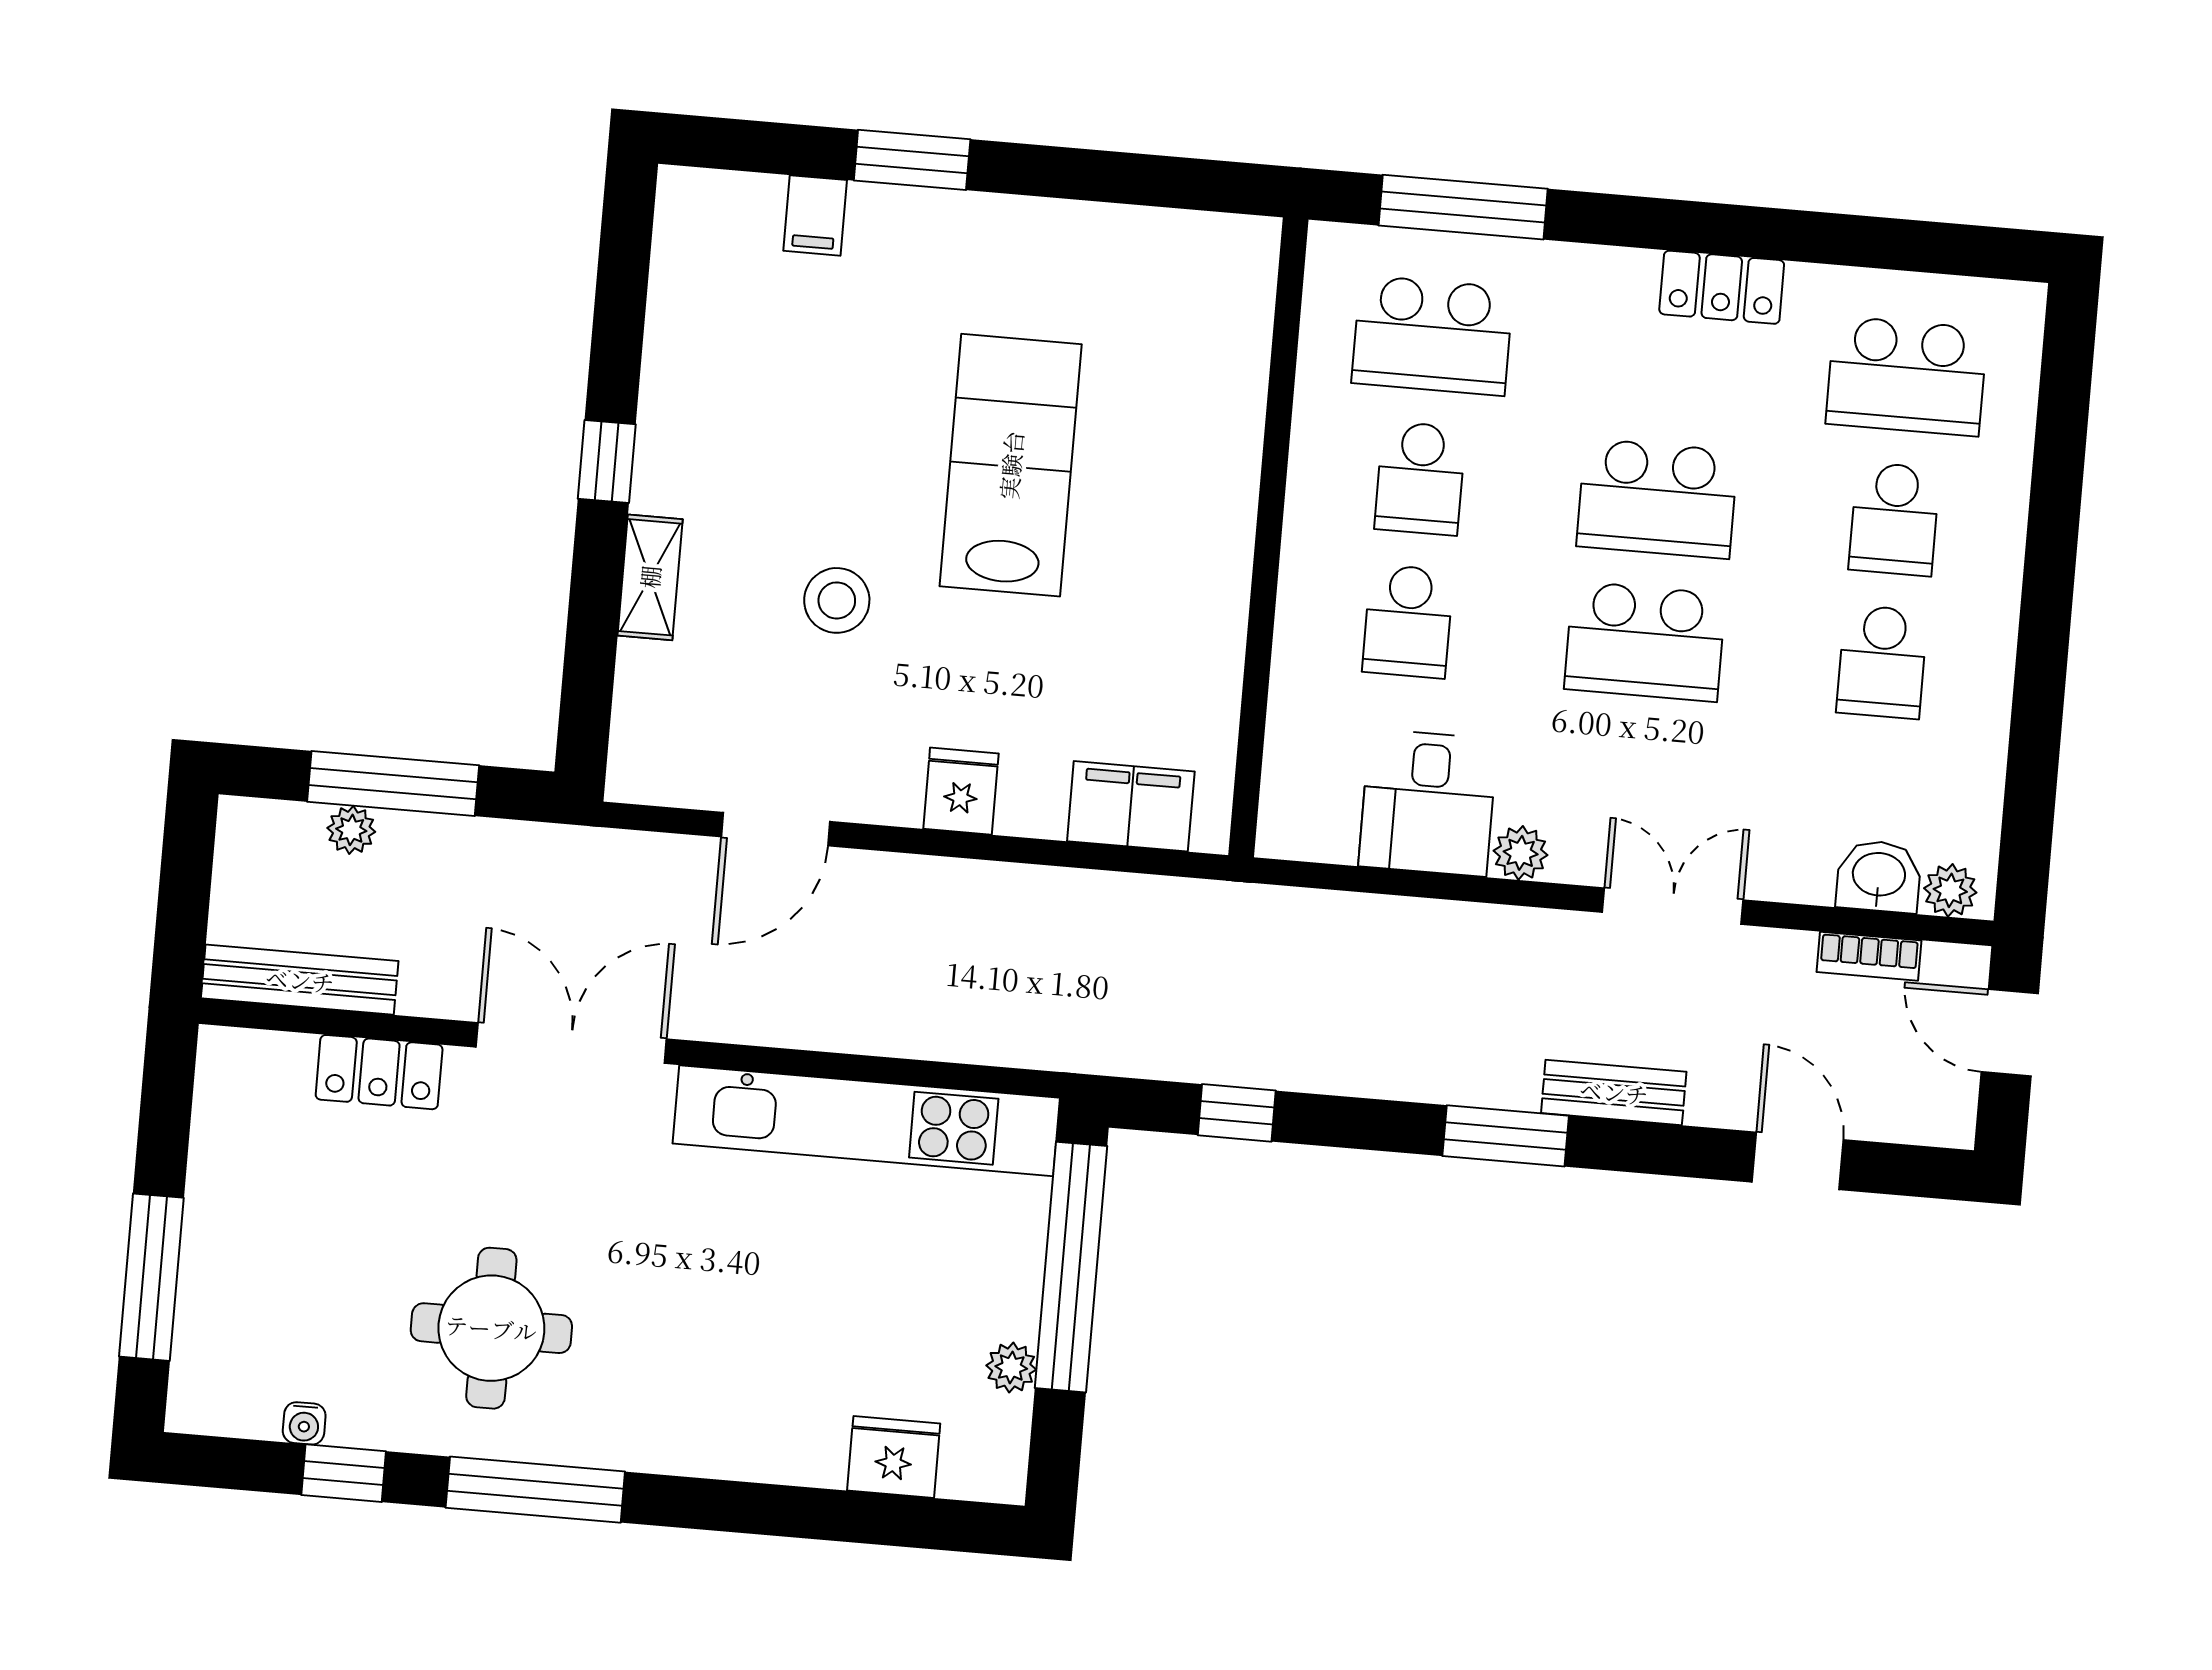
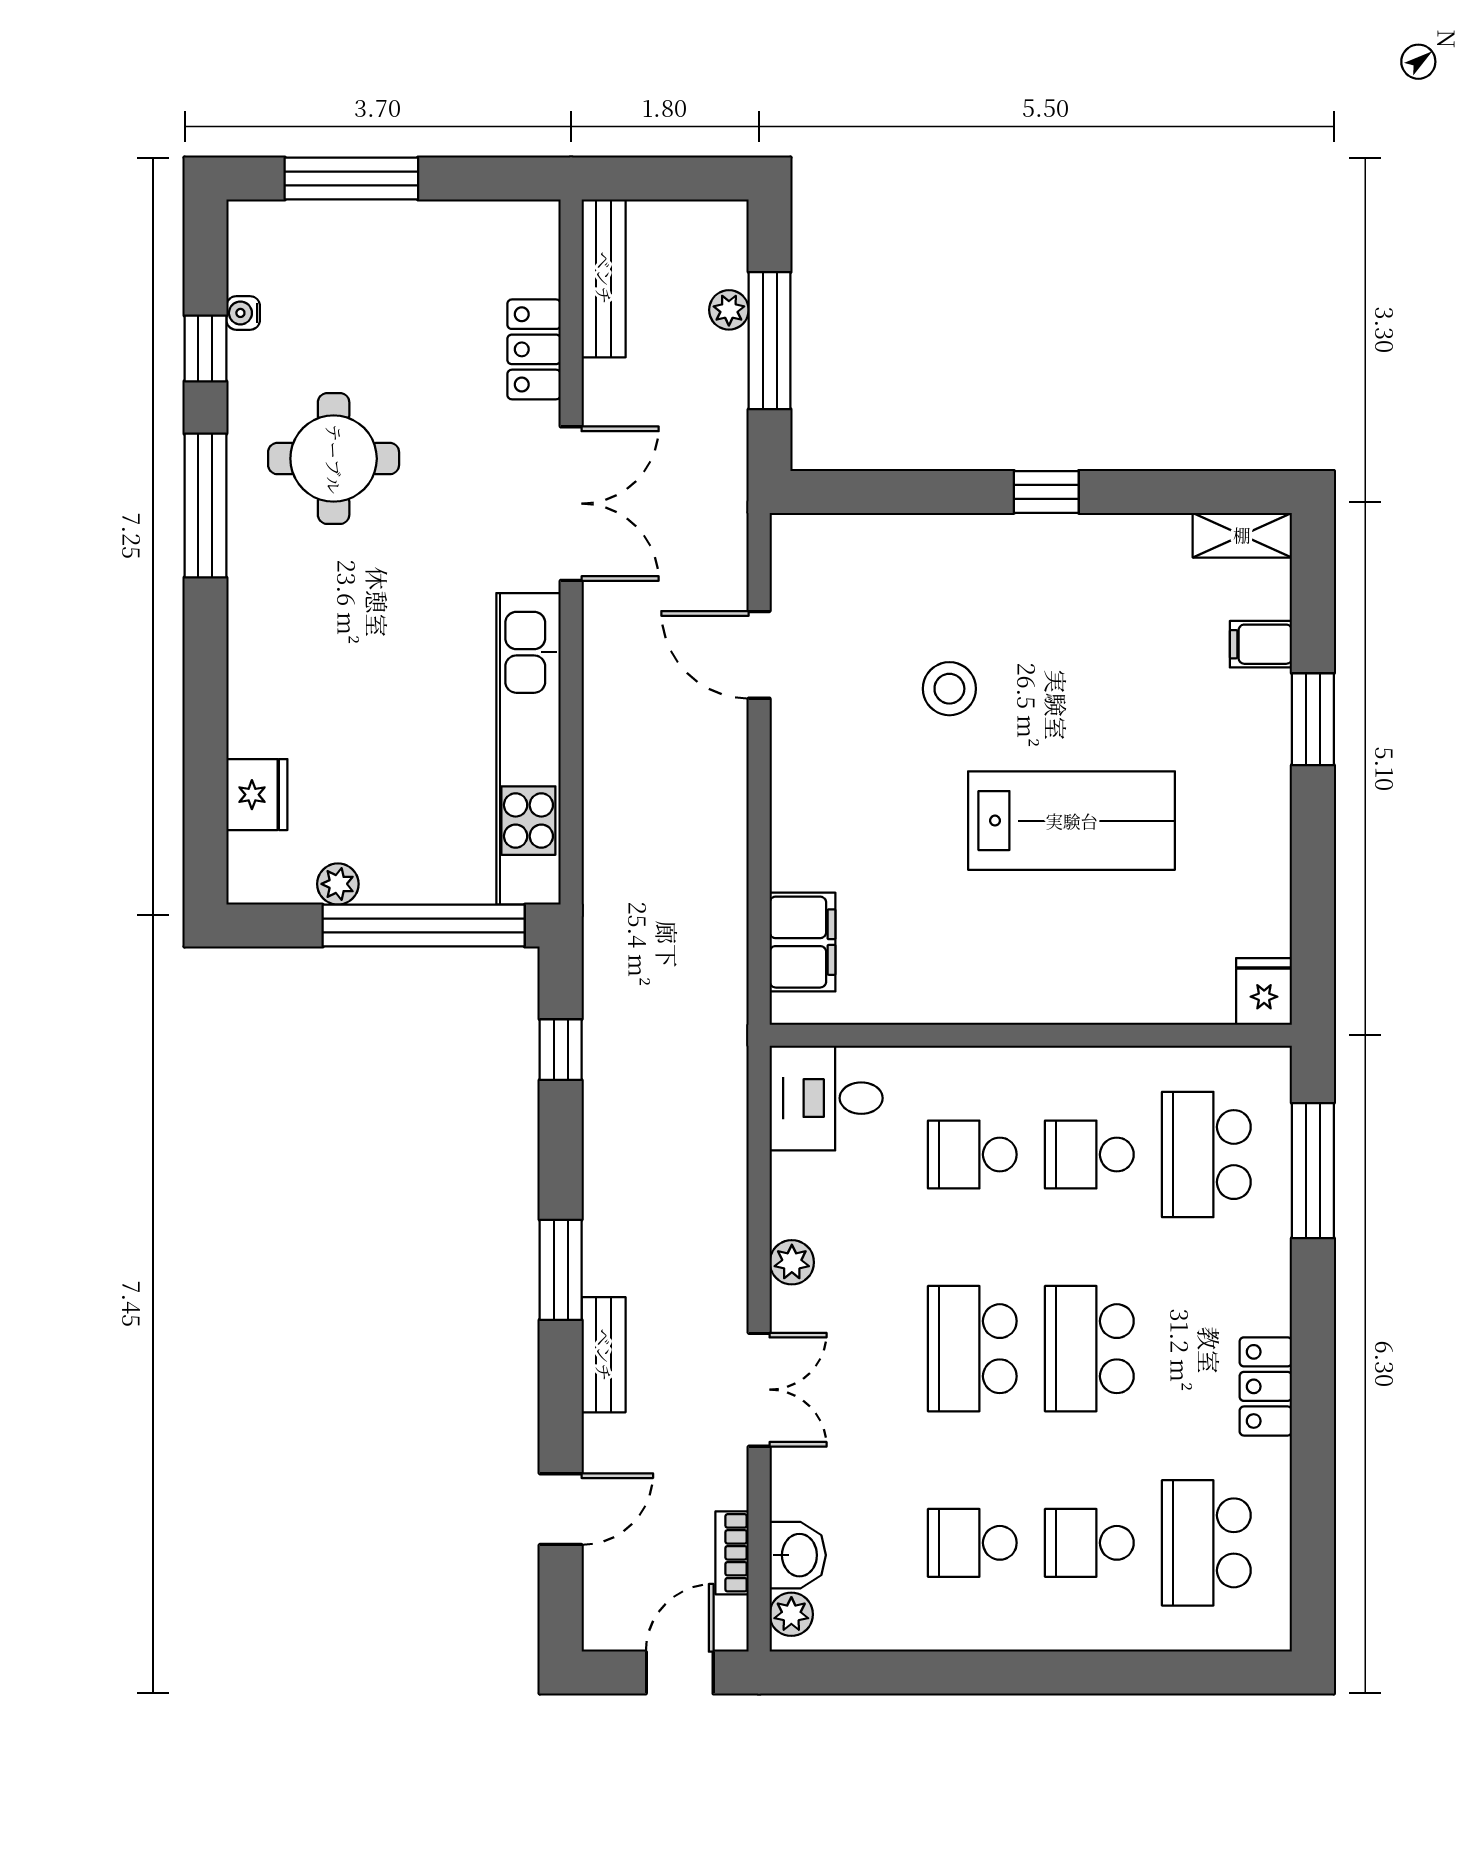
shelving: (650, 577) -> (1242, 535), moved
fridge: (961, 791) -> (1264, 991), moved, turned -90
desk: (1428, 803) -> (826, 1098), moved

